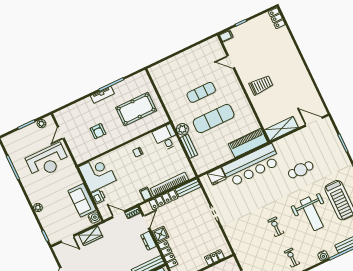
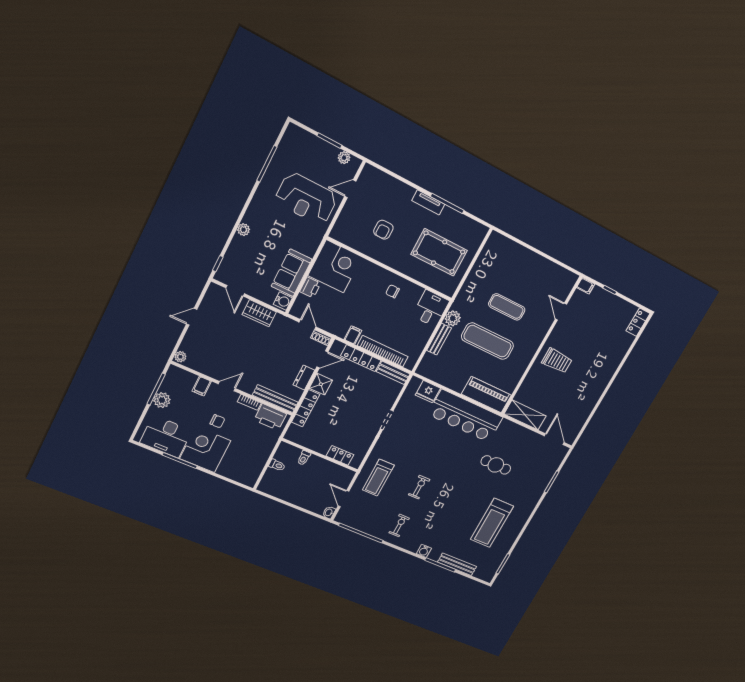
weight bench: (312, 214) -> (458, 509), removed
treadmill: (248, 246) -> (378, 478), added

